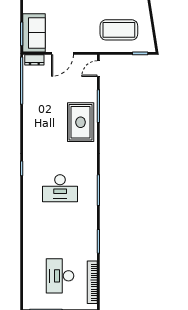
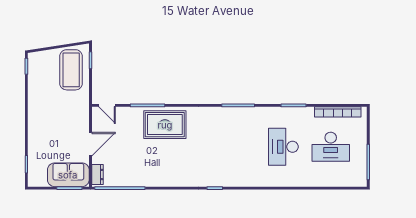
coffee table: (119, 30) -> (71, 70), moved
door: (62, 53) -> (90, 144), hinge flipped
desk: (60, 188) -> (283, 147), moved, turned 180

